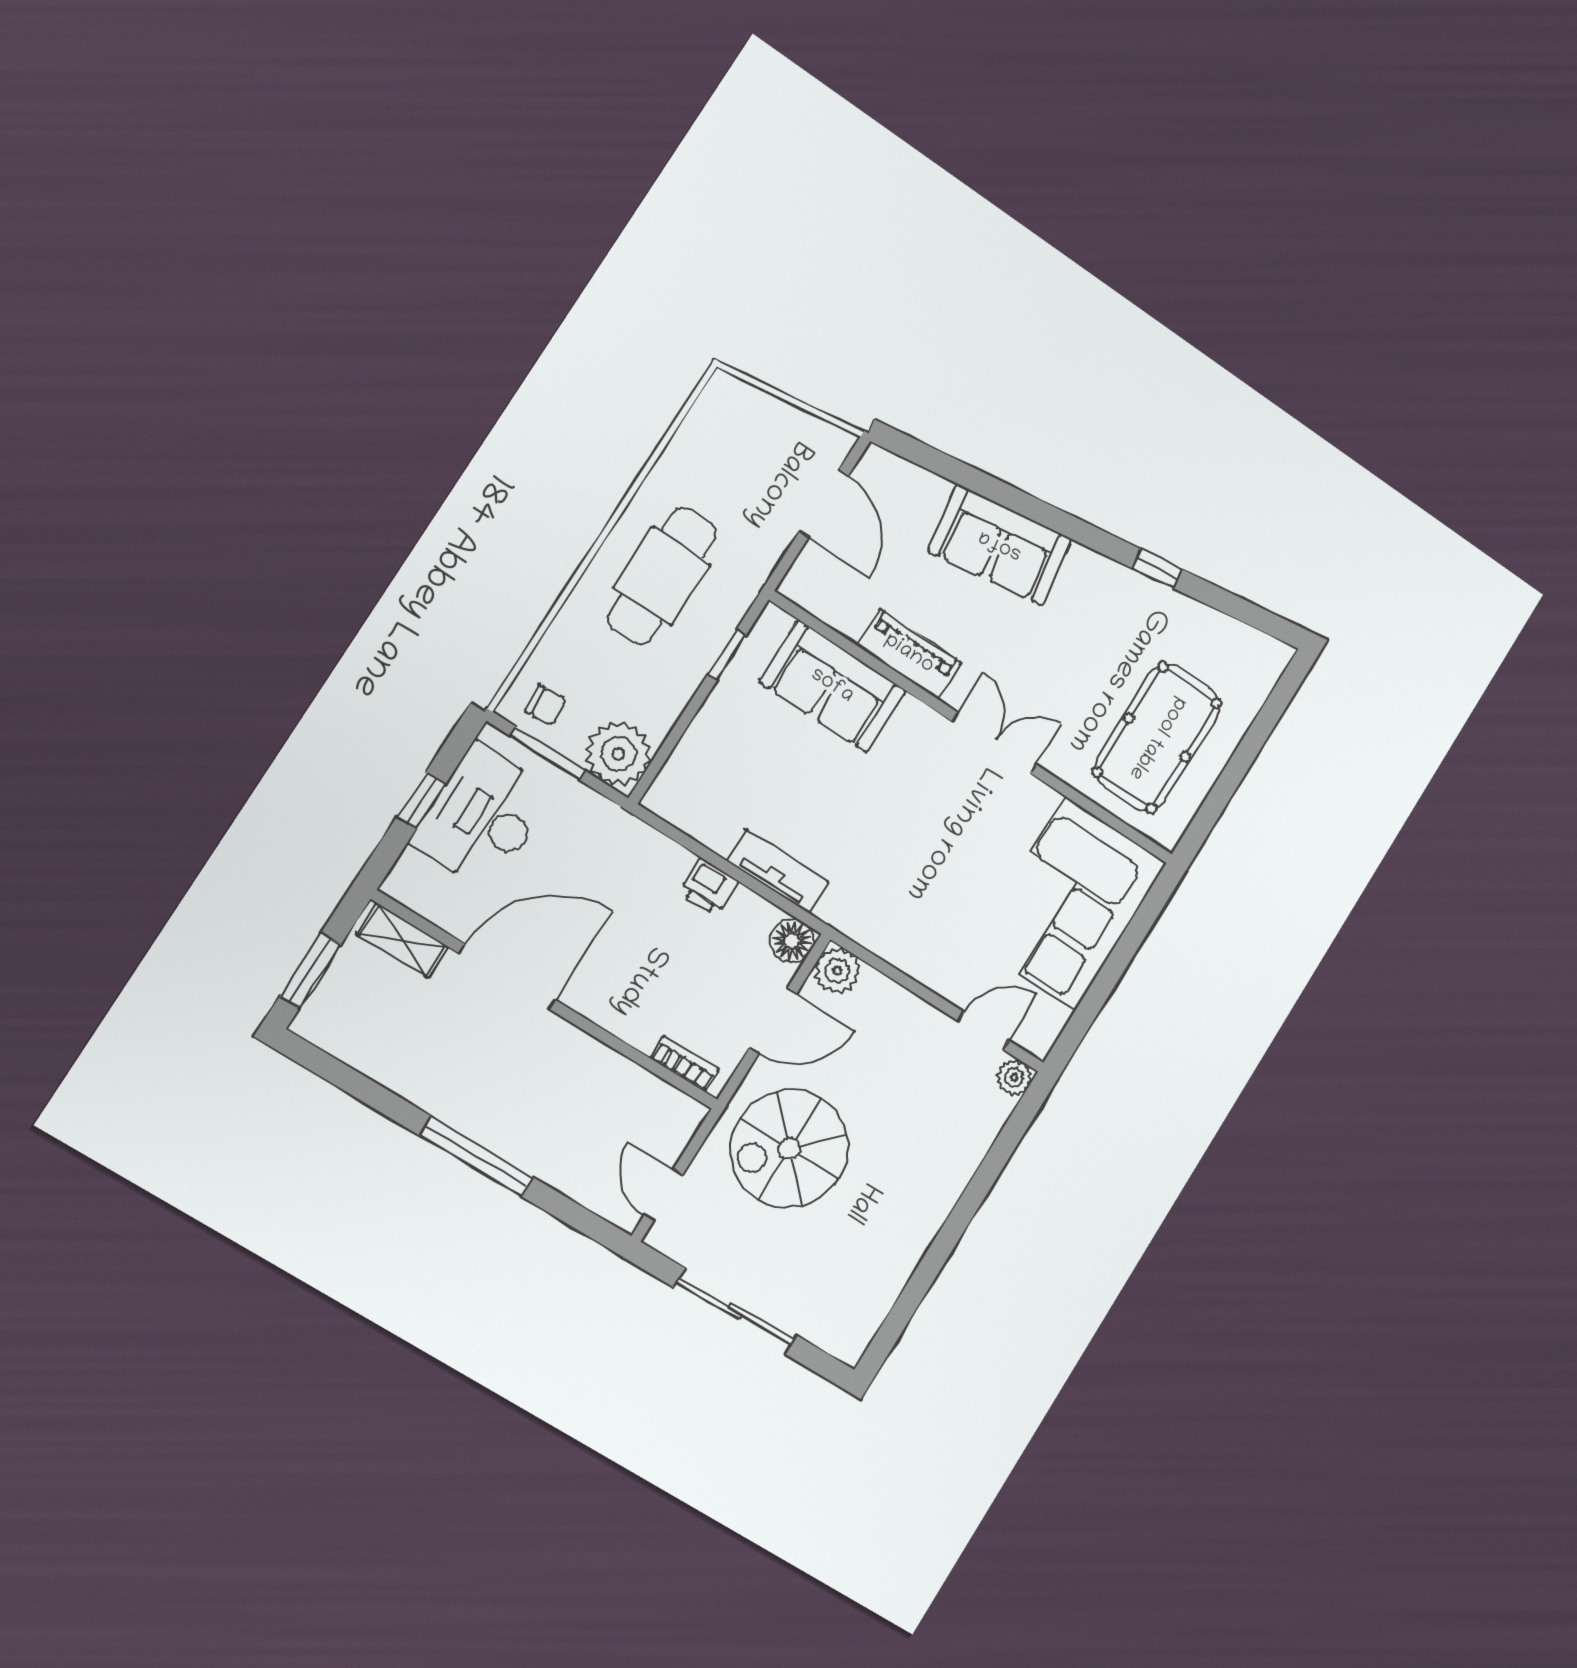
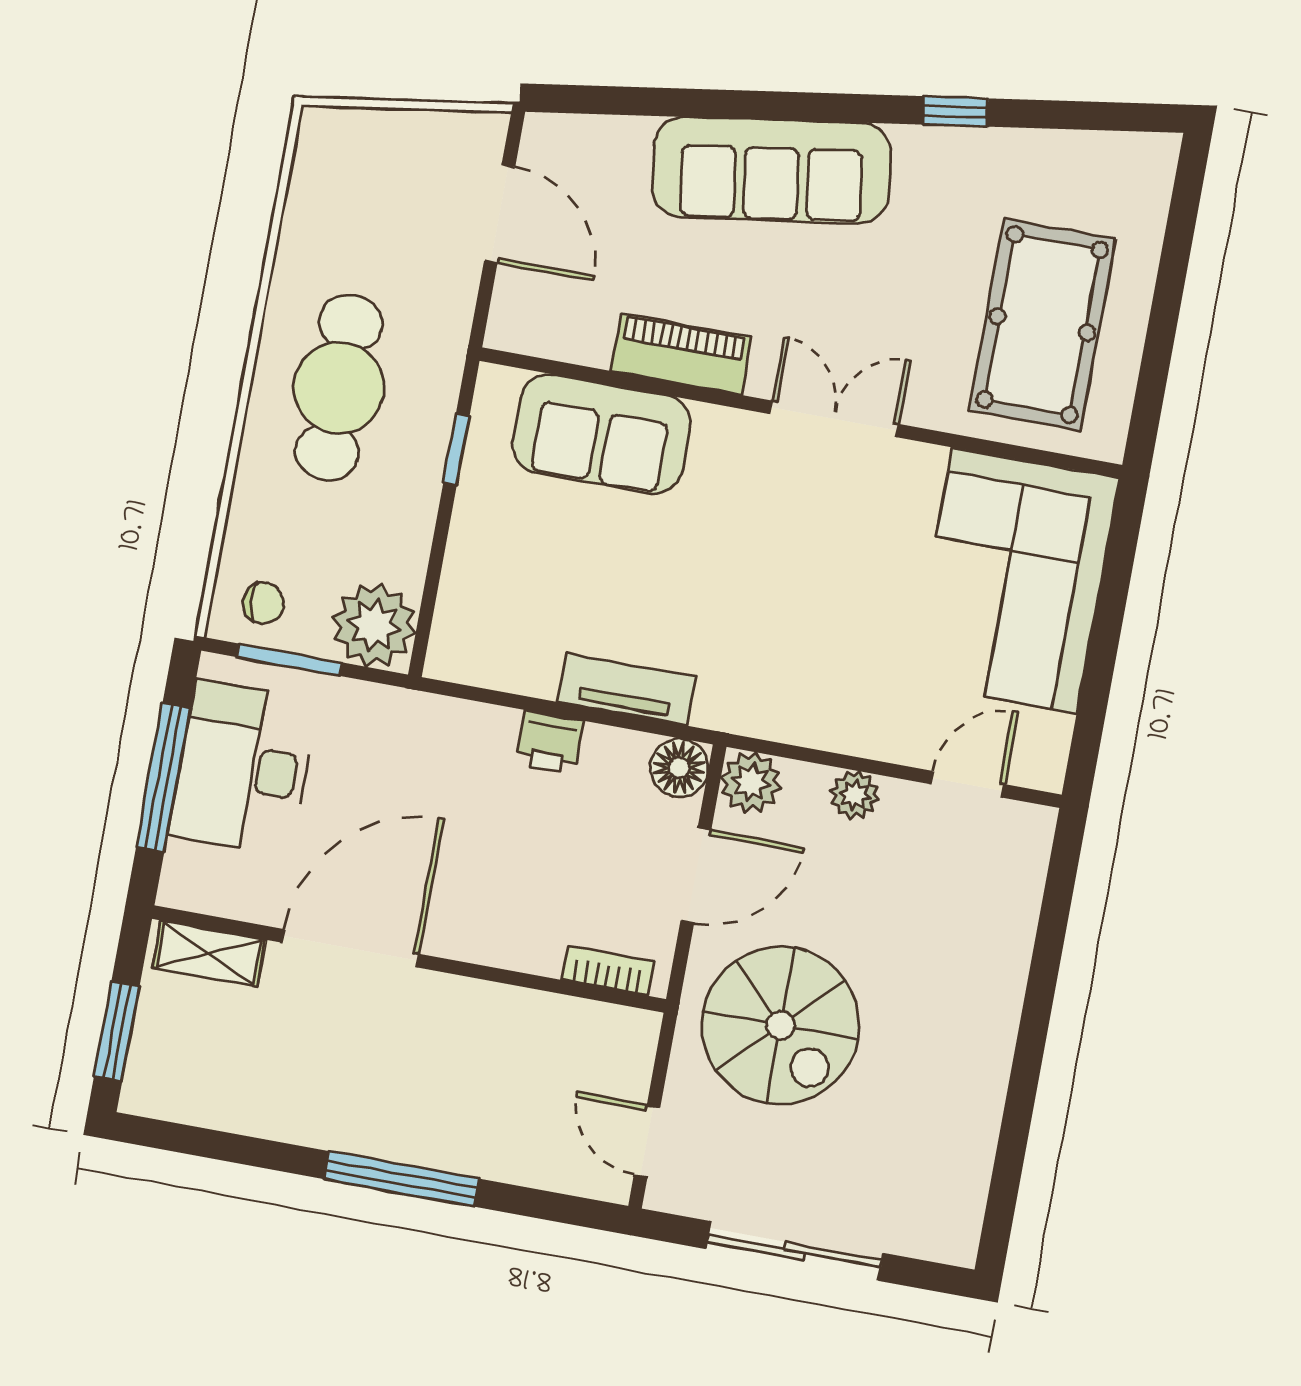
sofa: (1000, 545) -> (772, 170), width x1.36
window: (421, 800) -> (163, 778), width x2.17
plant: (1014, 1077) -> (855, 795), moved
spiral stairs: (789, 1149) -> (780, 1025), turned -90

